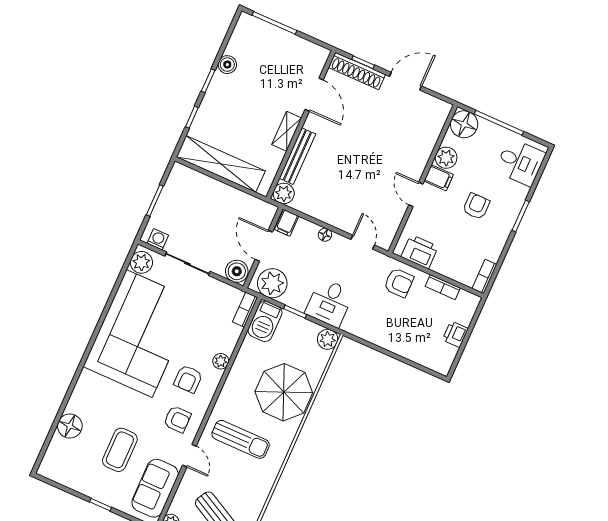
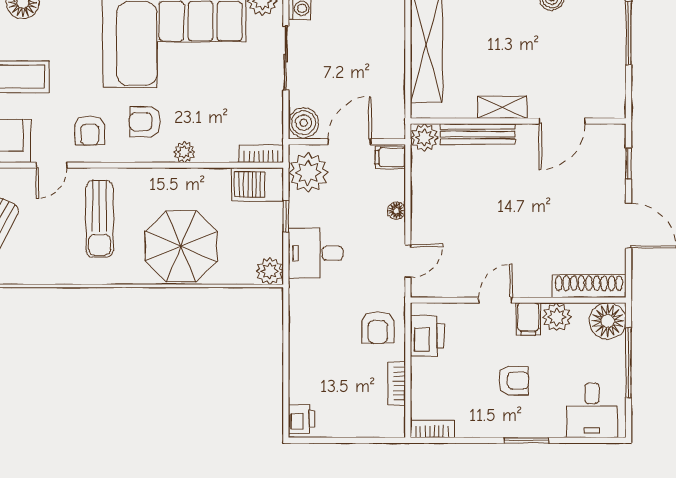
shoe rack: (357, 71) -> (589, 286), moved, turned 90
printer: (455, 334) -> (301, 419), moved, turned 90

